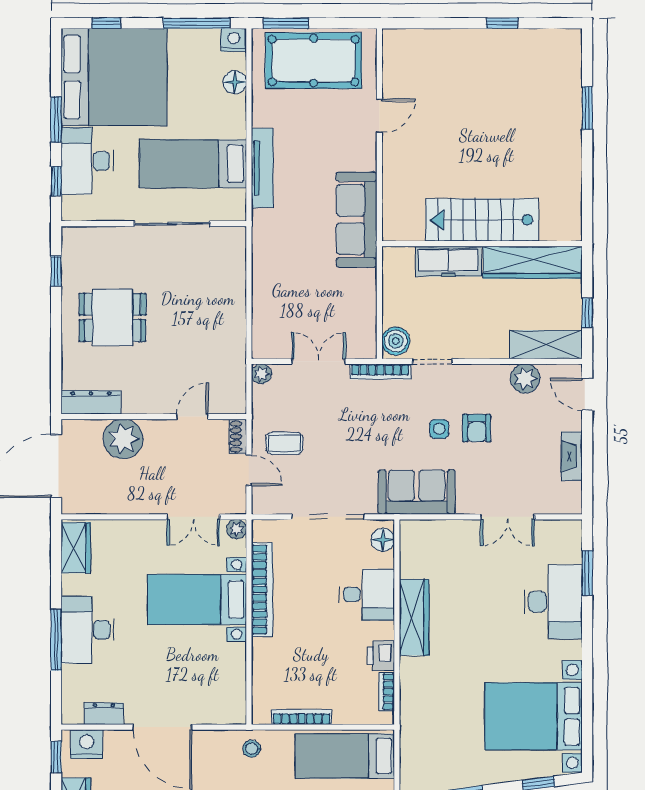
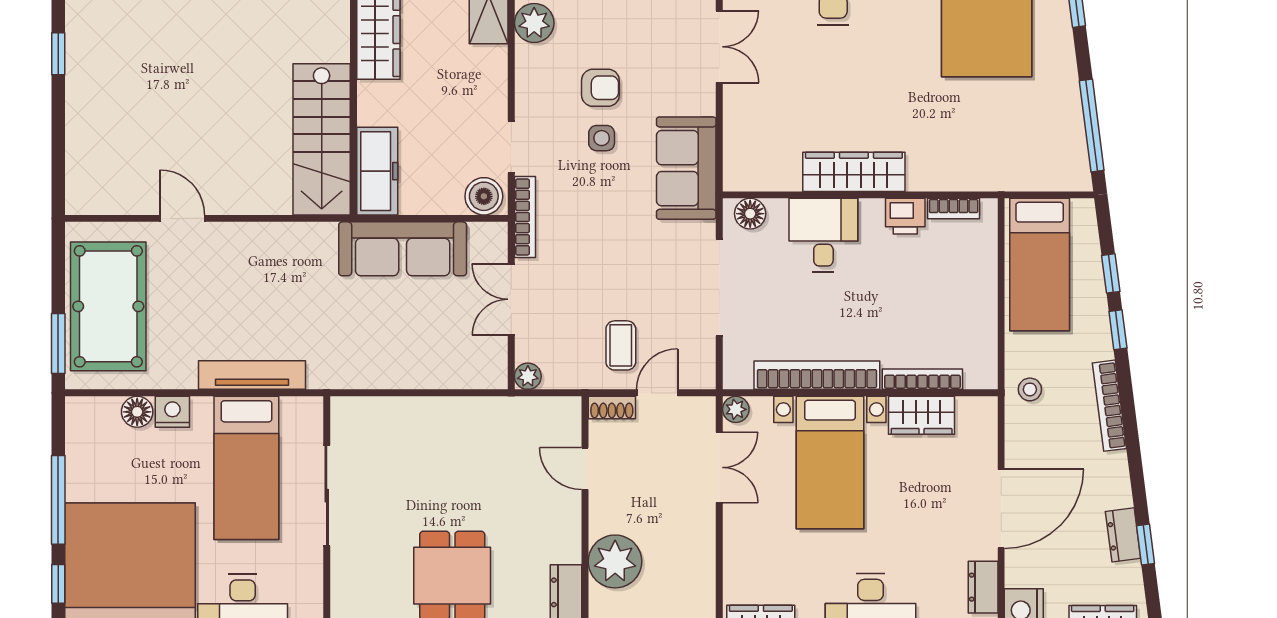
window: (196, 23) -> (58, 500), moved
nightstand: (234, 40) -> (172, 412), moved, turned 90
sofa: (356, 220) -> (403, 249), moved
stairs: (482, 220) -> (322, 139), moved
freezer: (448, 261) -> (377, 171), moved
wardrobe: (232, 668) -> (922, 415), added
bookcase: (302, 717) -> (922, 379), moved, turned 90

